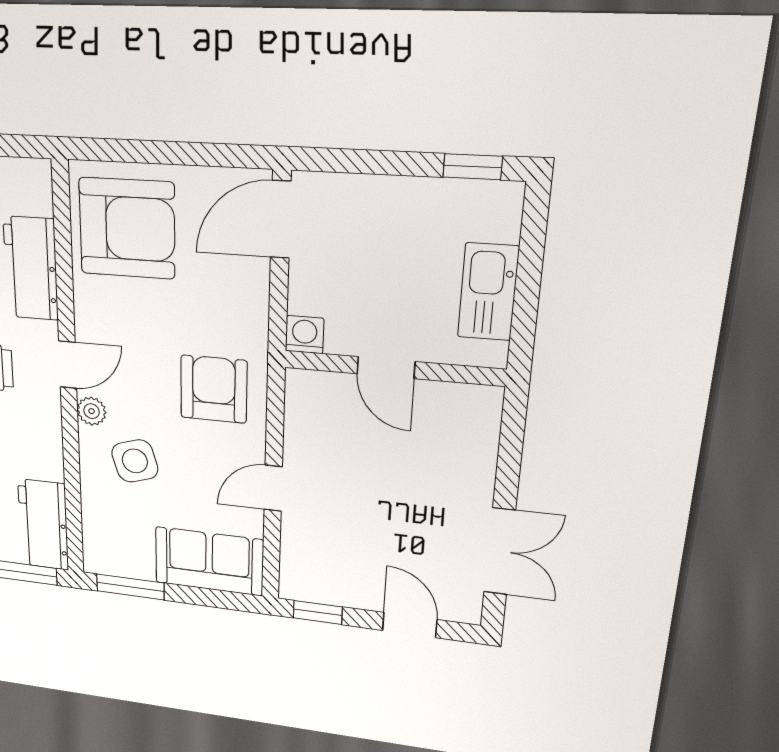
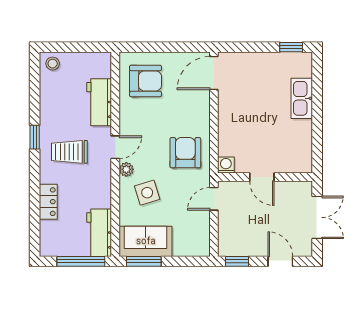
armchair: (127, 228) -> (146, 81), width x0.73, depth x0.73
washing machine: (305, 335) -> (226, 165), moved
door: (386, 368) -> (262, 177), moved
wall: (393, 368) -> (265, 177), moved
sofa: (209, 561) -> (146, 241), moved

